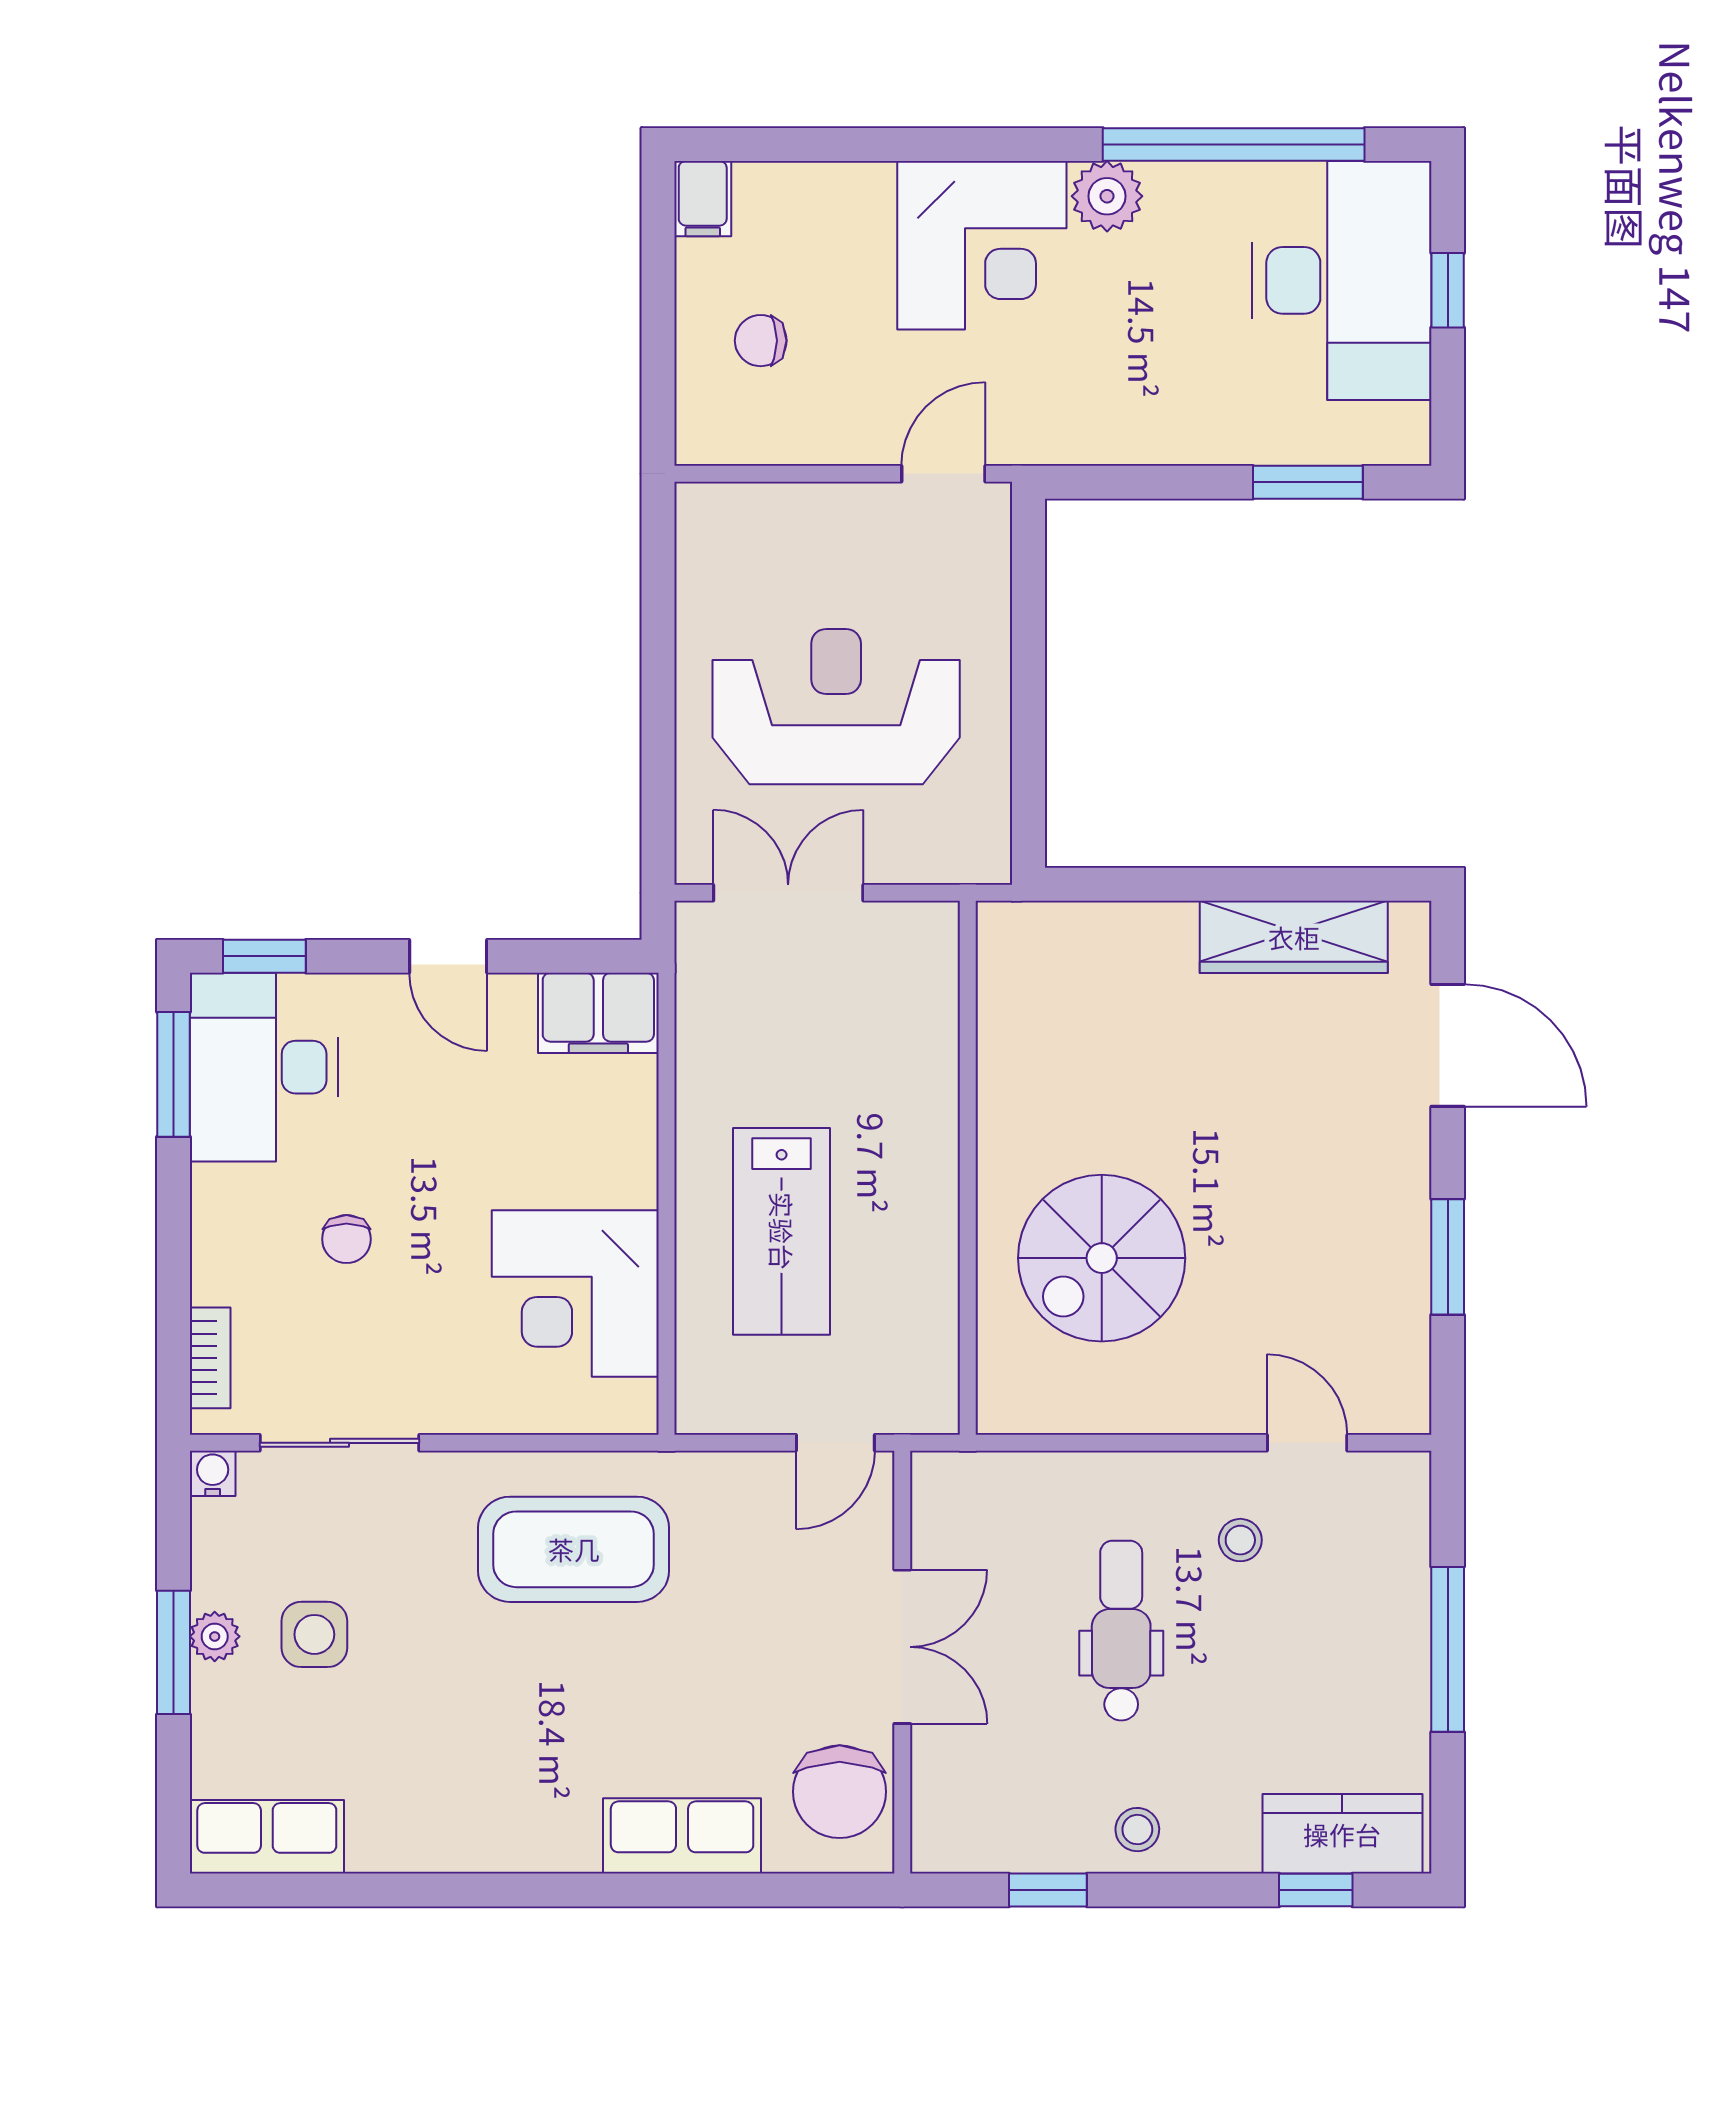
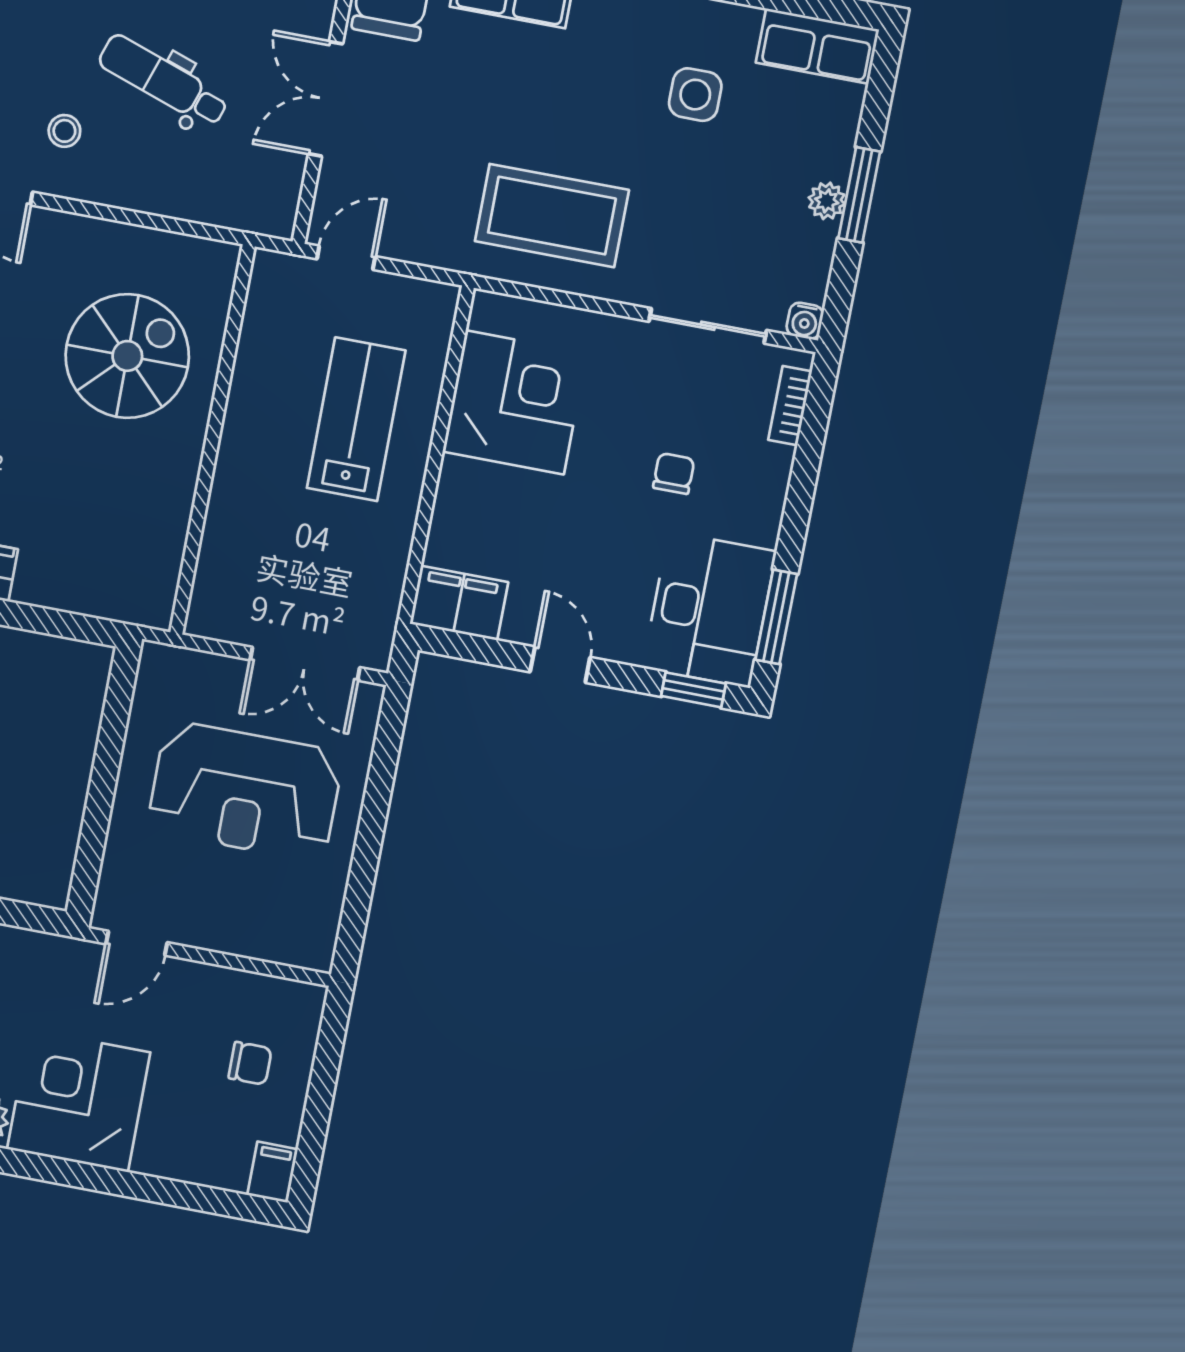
dental chair: (1121, 1631) -> (163, 81), turned 109
side table: (314, 1634) -> (695, 95), moved

